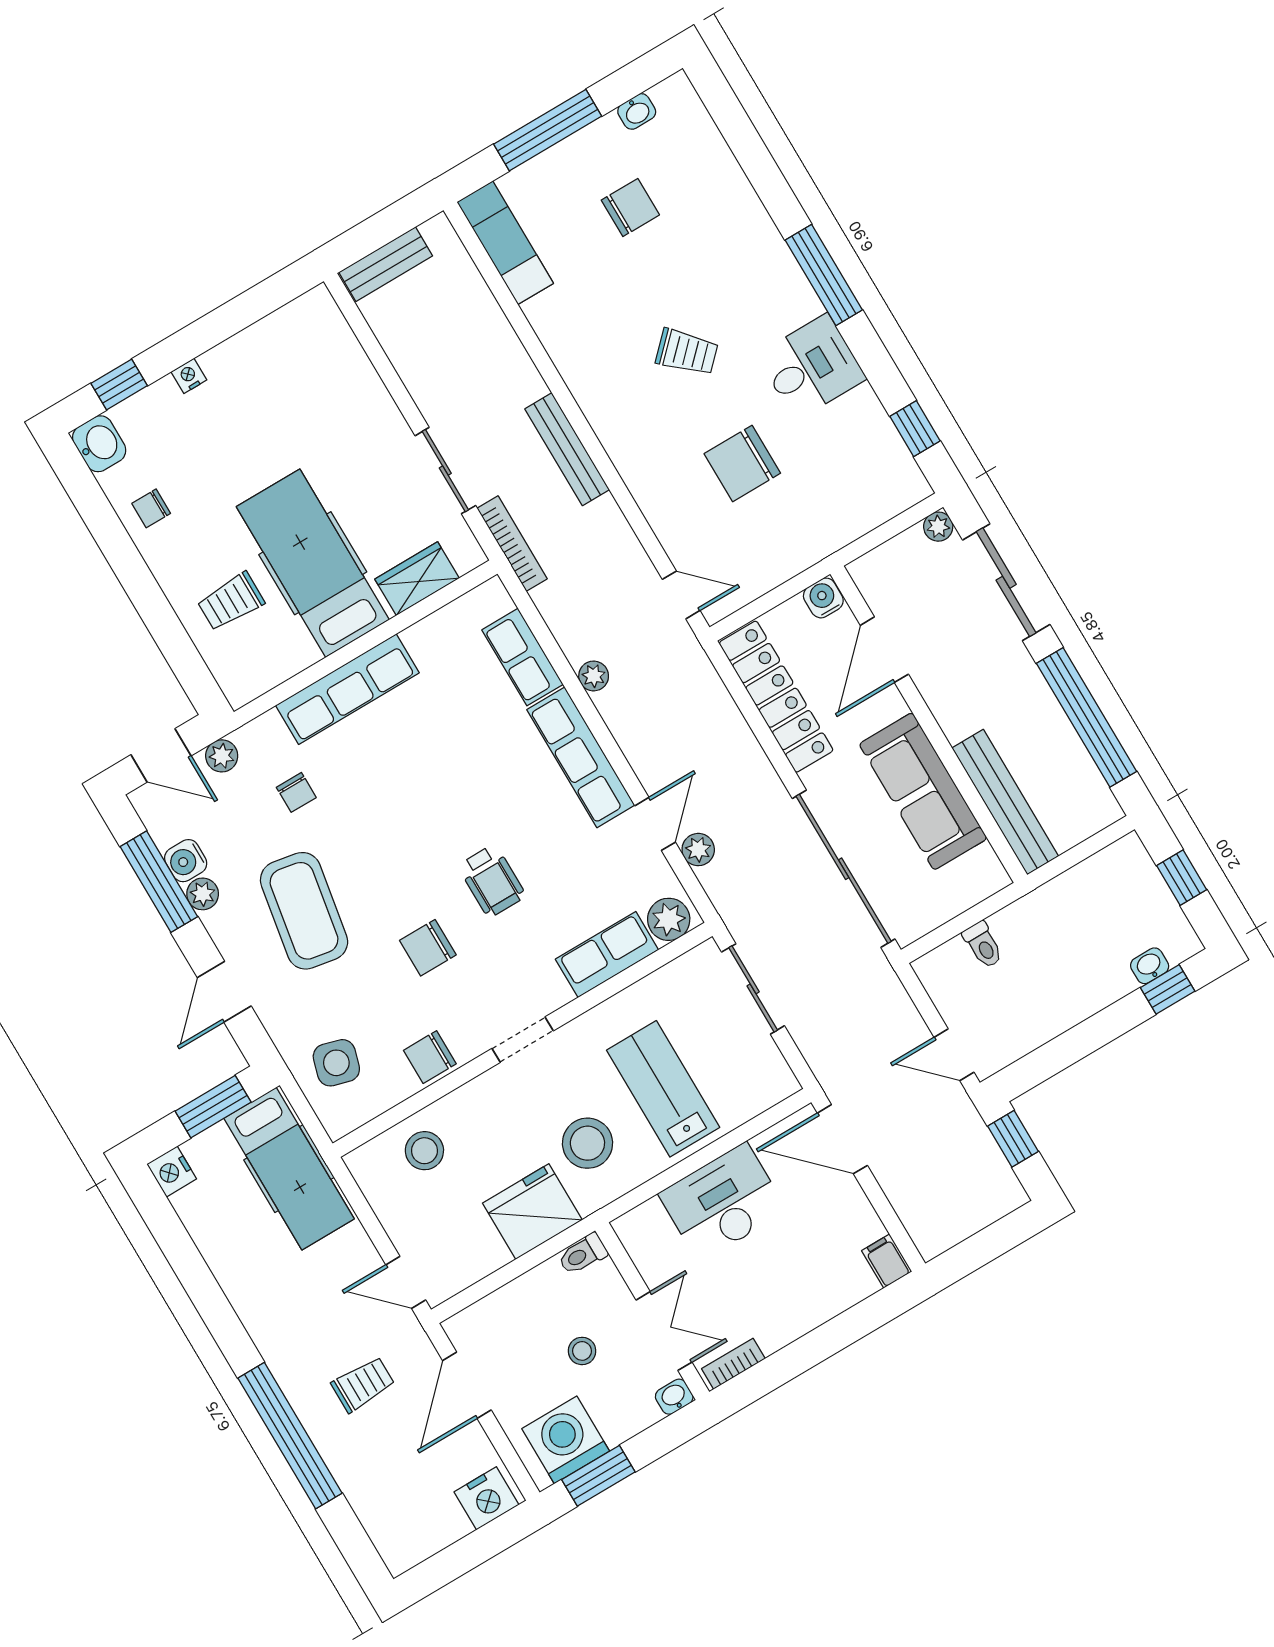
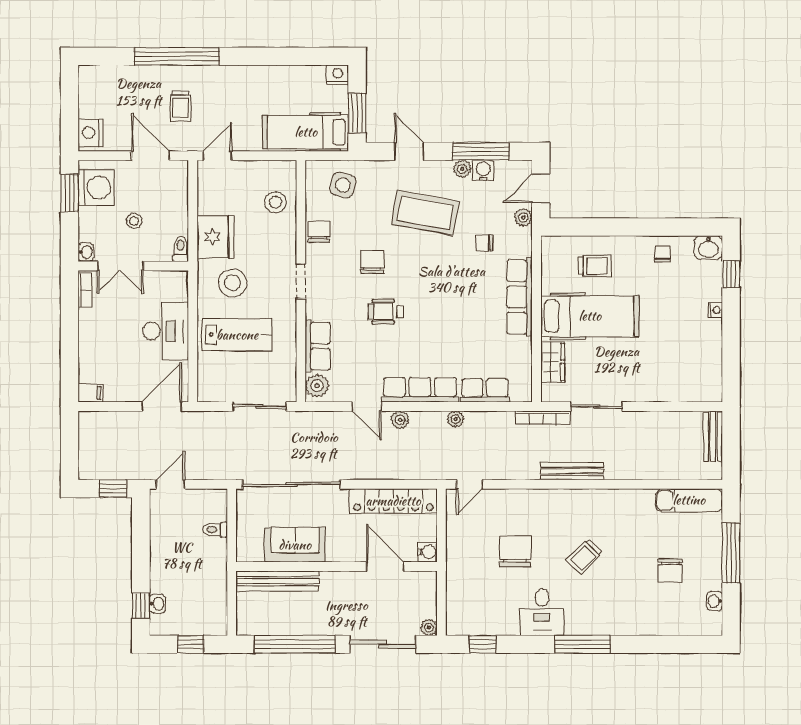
trolley: (231, 602) -> (595, 266), turned 90
sofa: (923, 791) -> (295, 545), width x0.73
plant: (698, 850) -> (400, 420), moved

